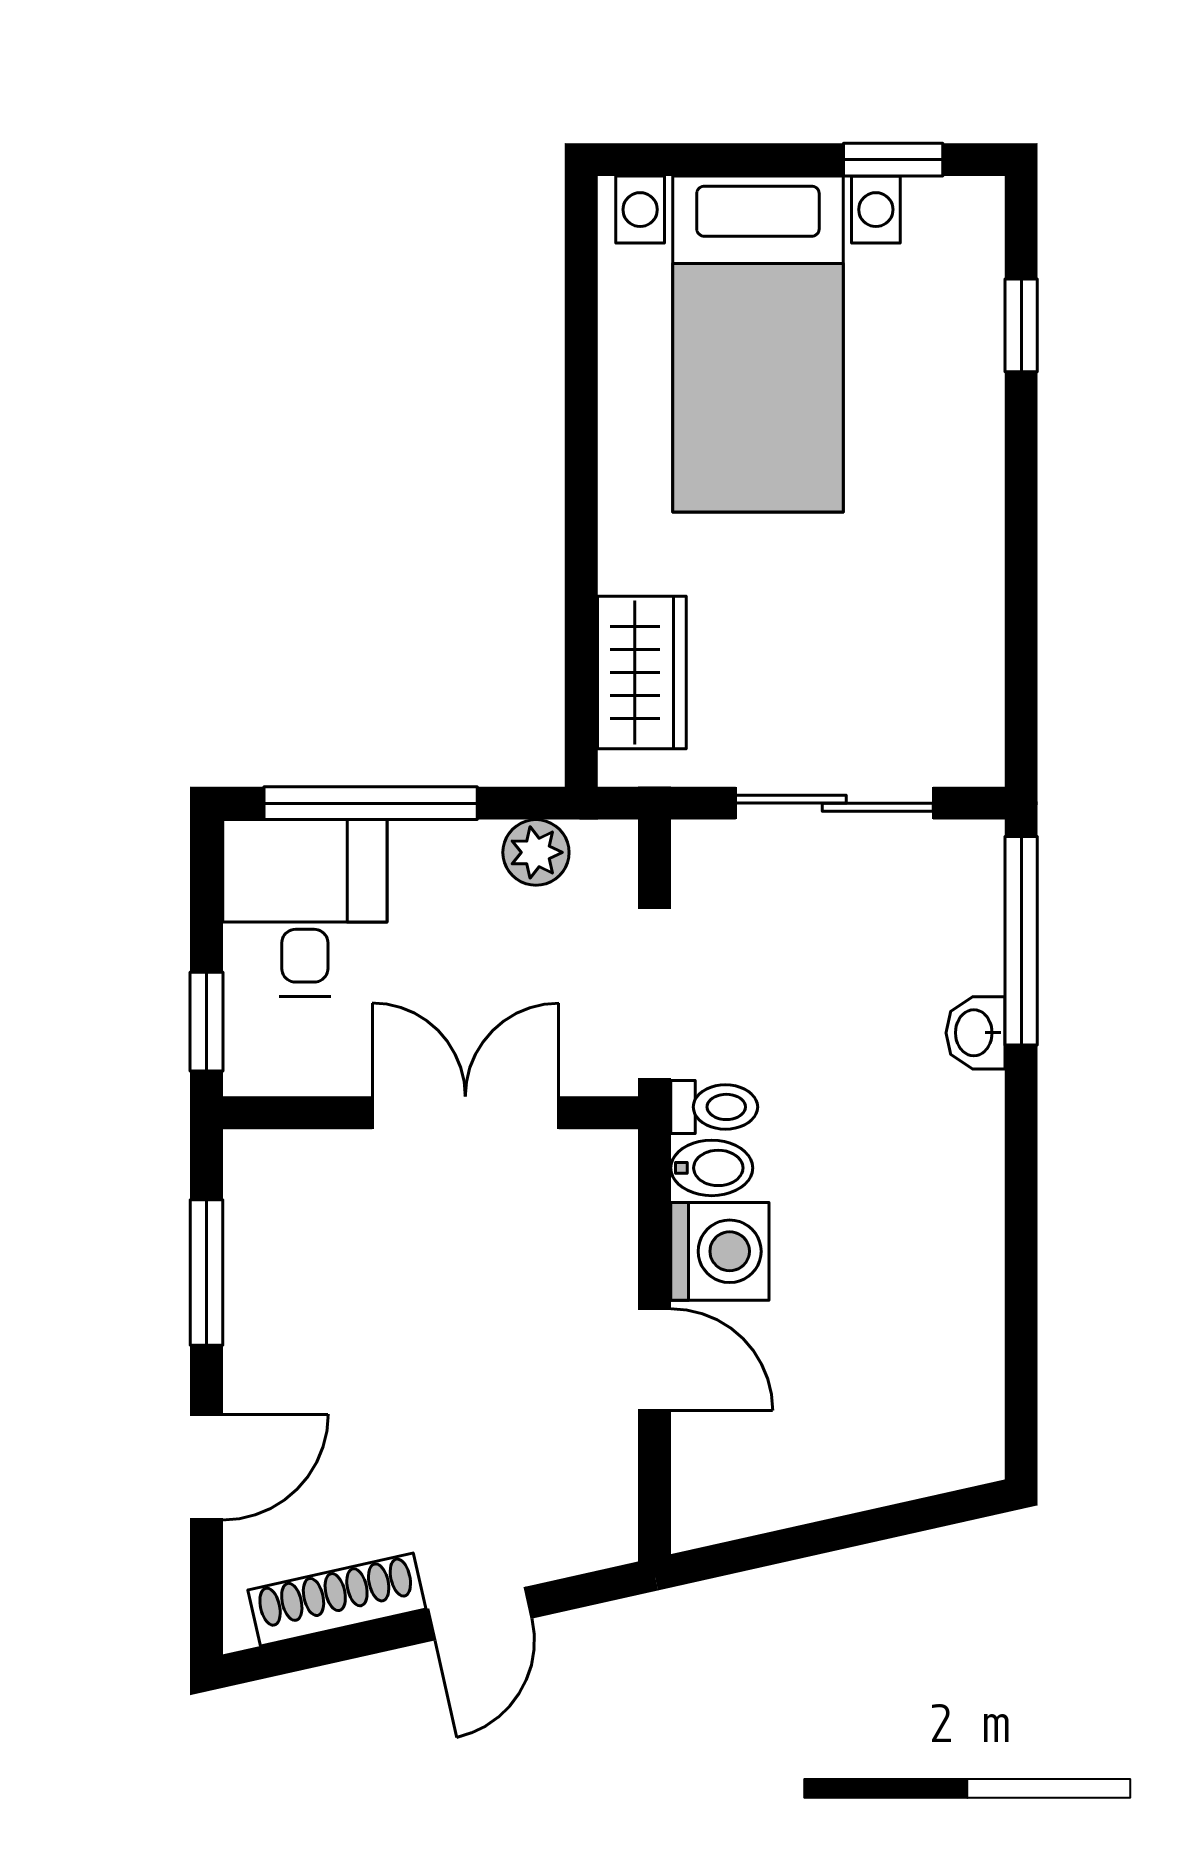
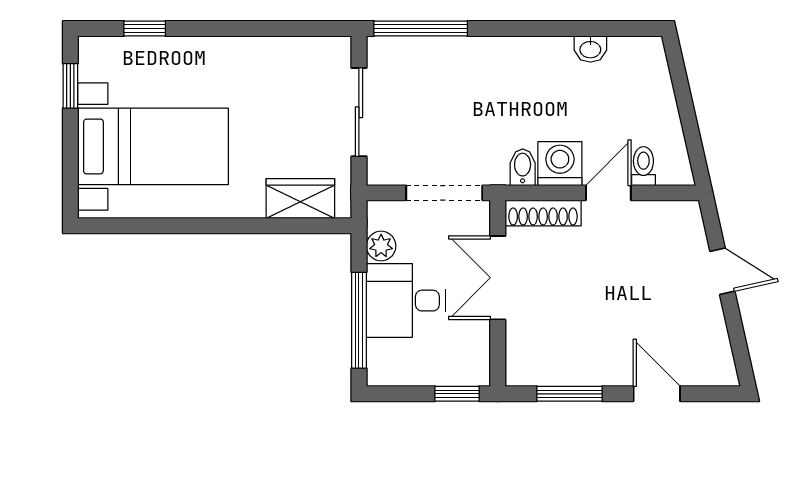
desk: (305, 908) -> (406, 301), moved
washbasin: (976, 1033) -> (590, 49), moved
toilet: (714, 1107) -> (643, 166), moved
shoe rack: (337, 1599) -> (543, 213), moved, turned -77

